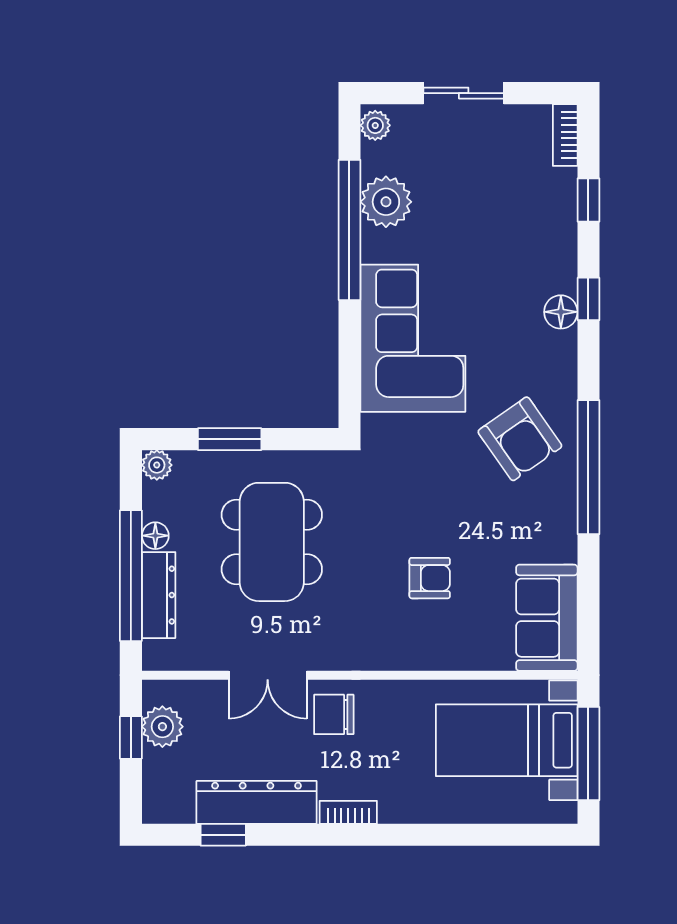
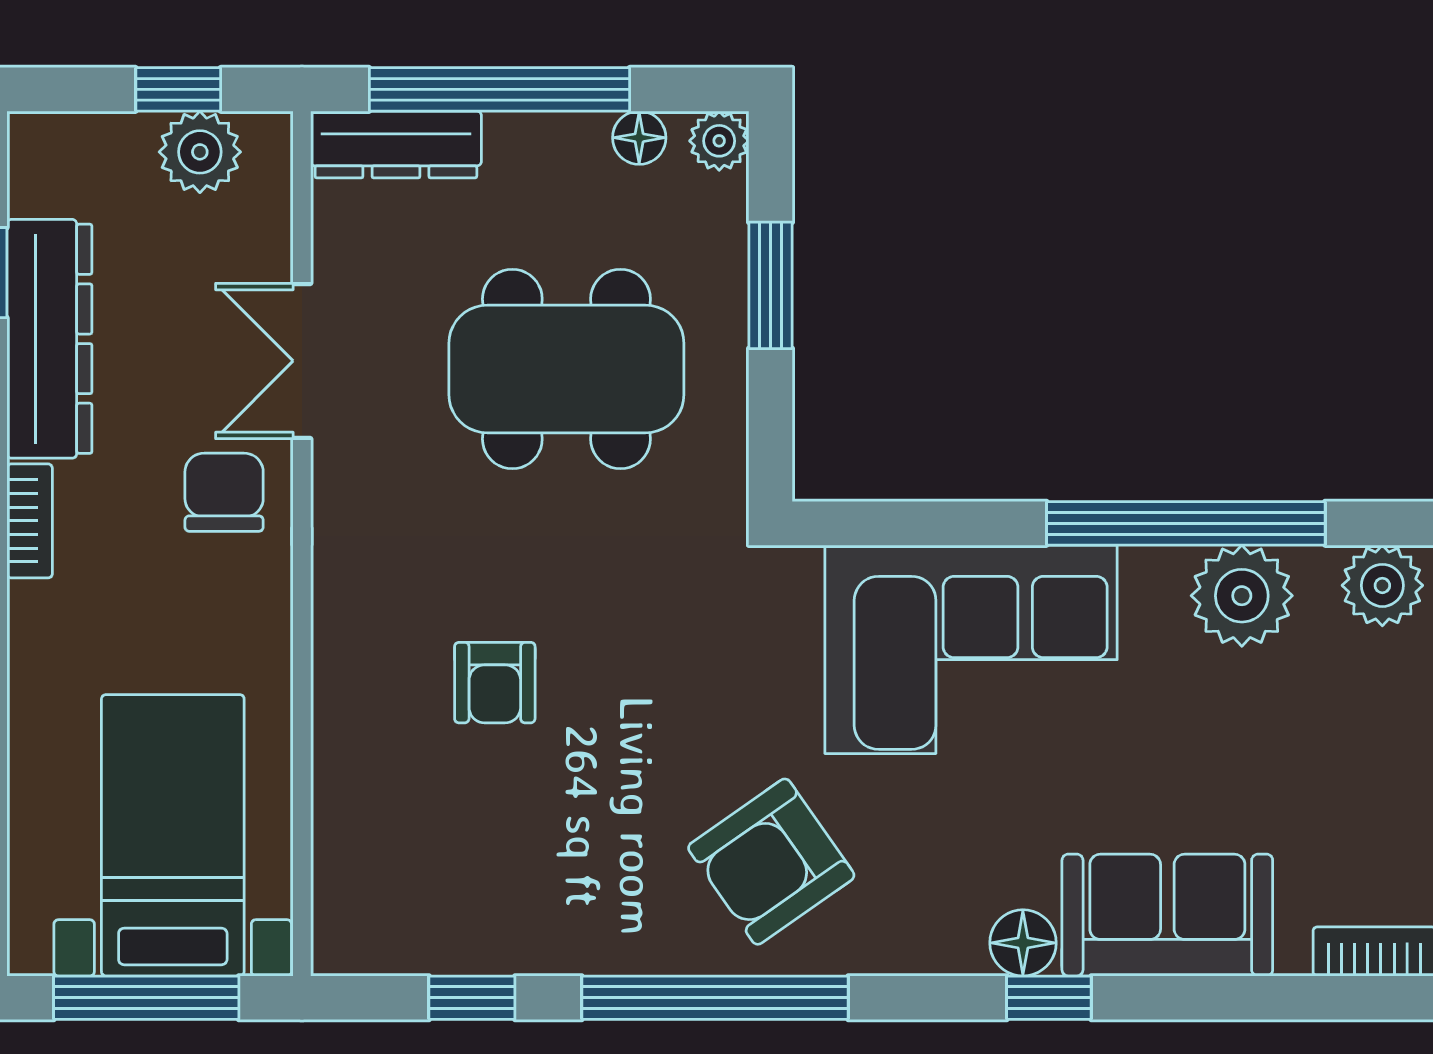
plant: (375, 125) -> (1382, 585), width x1.38, depth x1.38
window: (588, 200) -> (472, 998), moved
floor lamp: (155, 536) -> (639, 138), moved
dresser: (159, 595) -> (396, 144), moved
sofa: (547, 618) -> (1167, 915), moved

